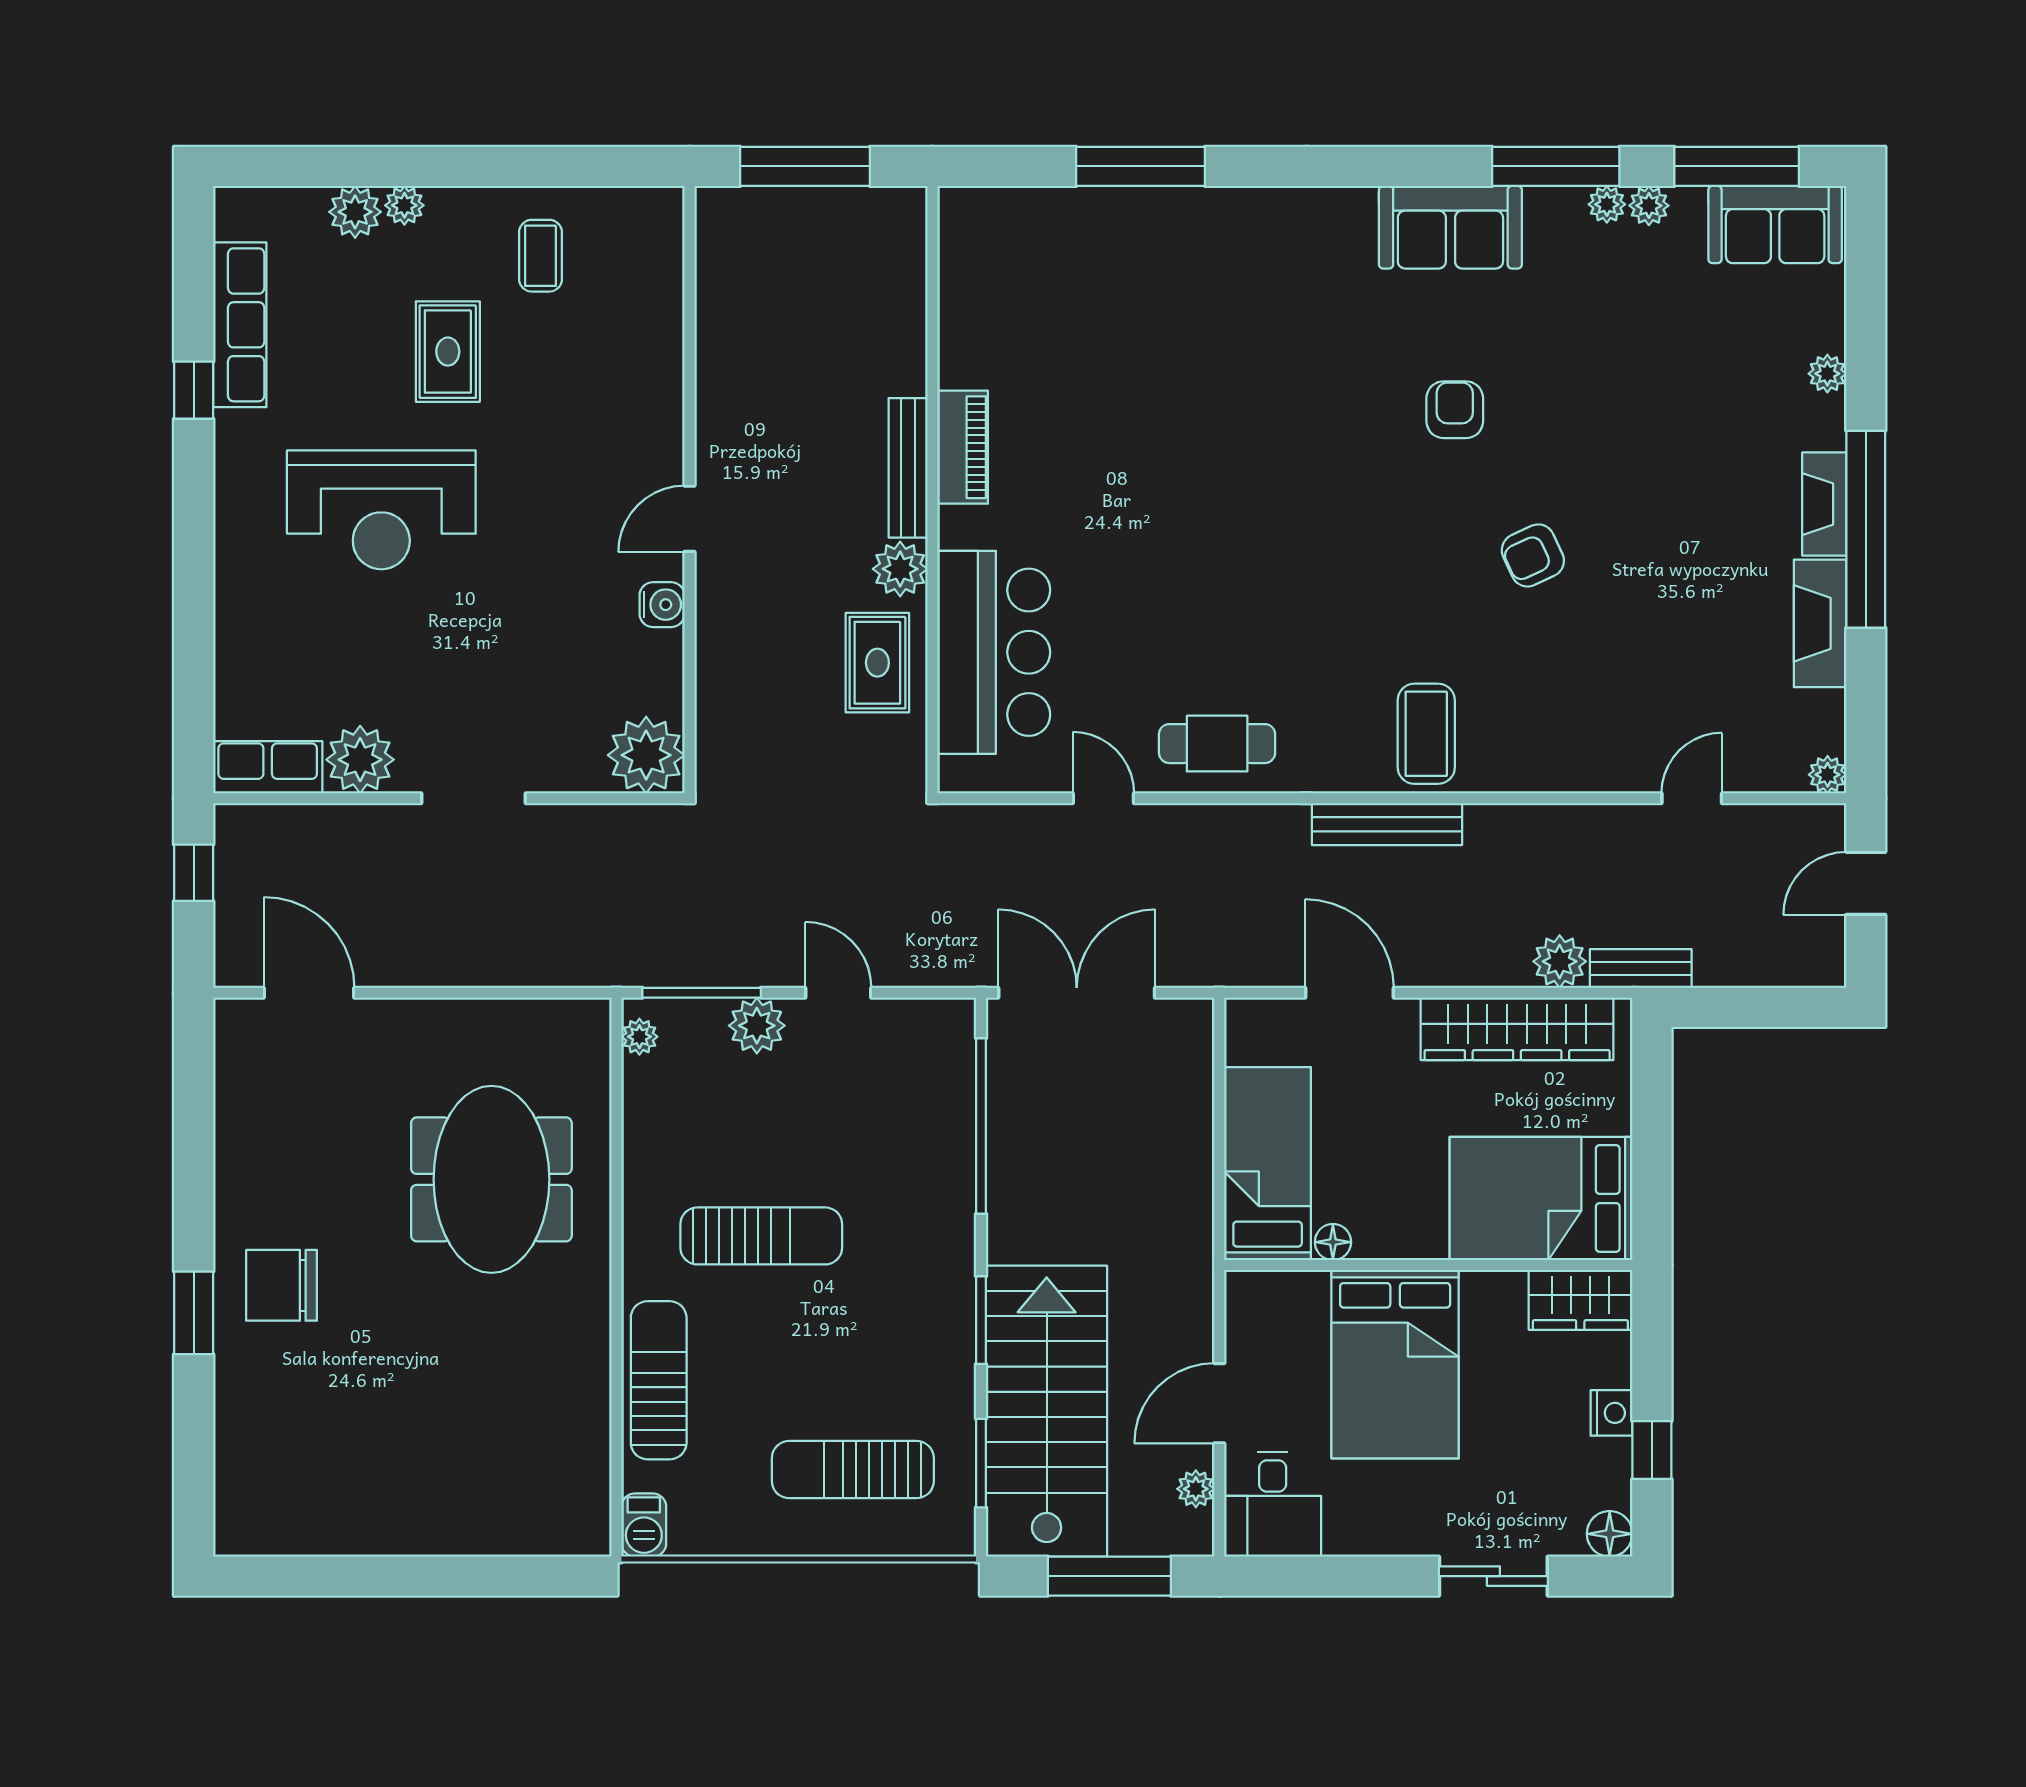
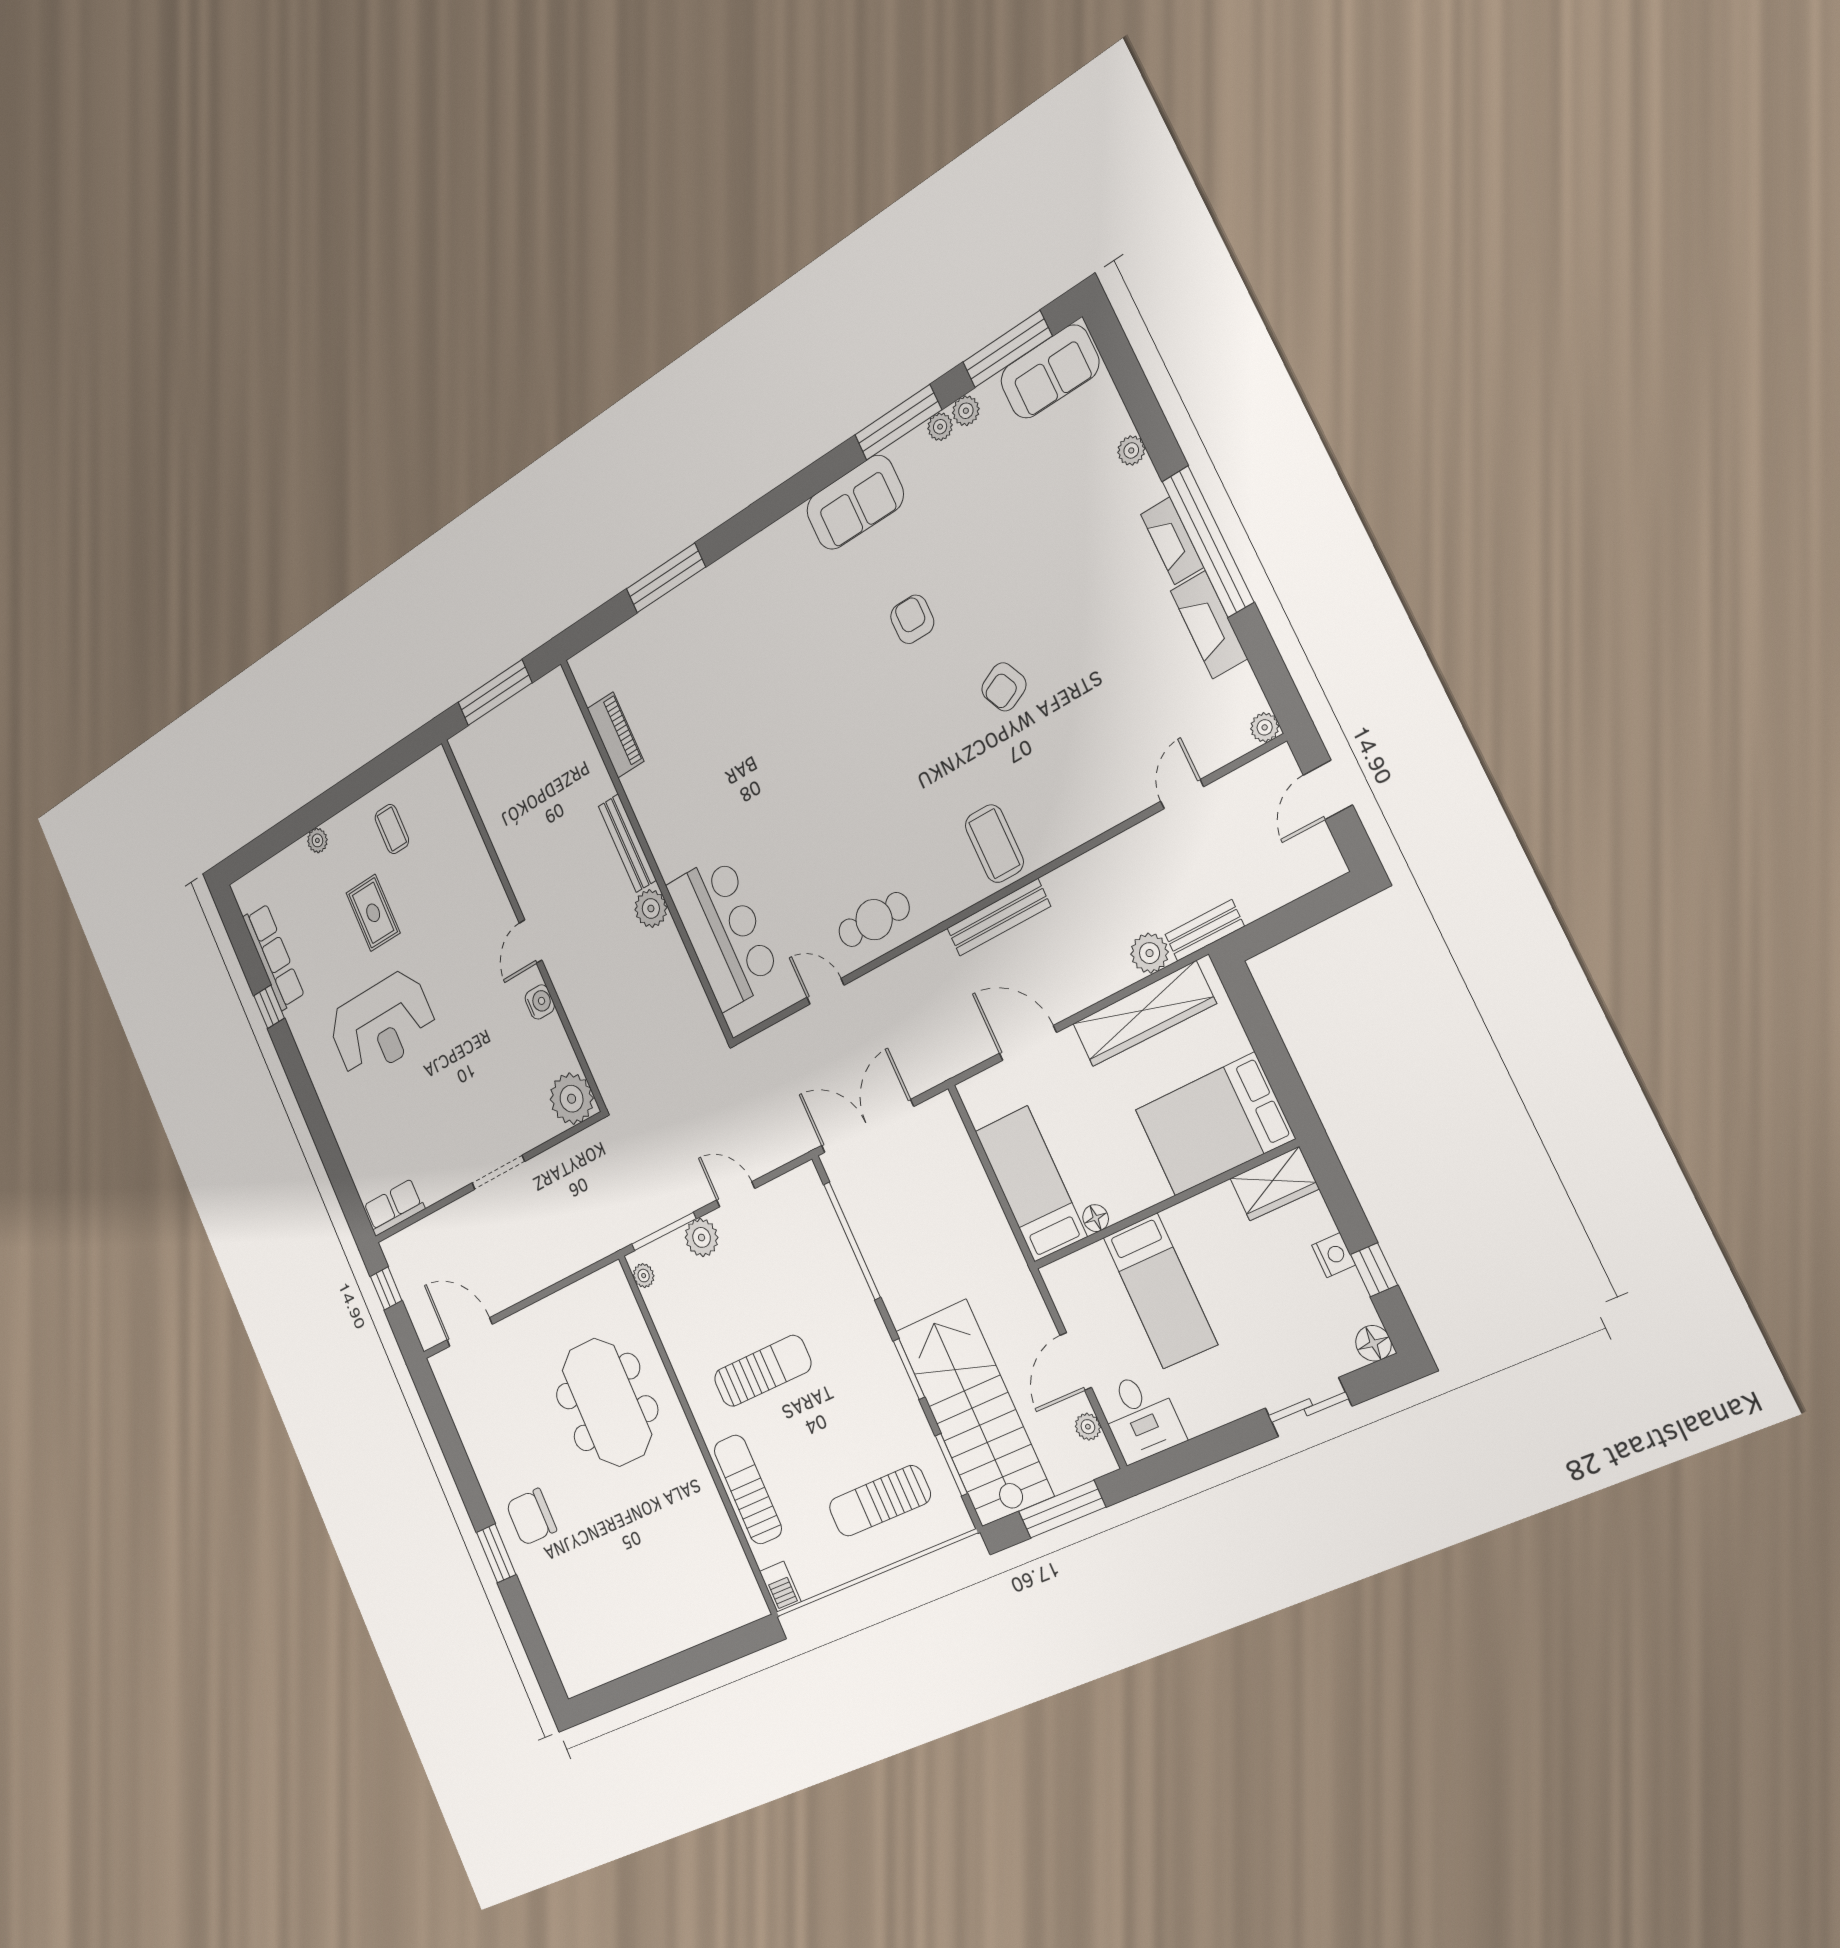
plant: (355, 212) -> (297, 859), removed
piano: (963, 447) -> (615, 735), moved
rug: (877, 663) -> (665, 974), removed
plant: (360, 760) -> (435, 1179), removed
bed: (1395, 1364) -> (1160, 1291), width x0.67

